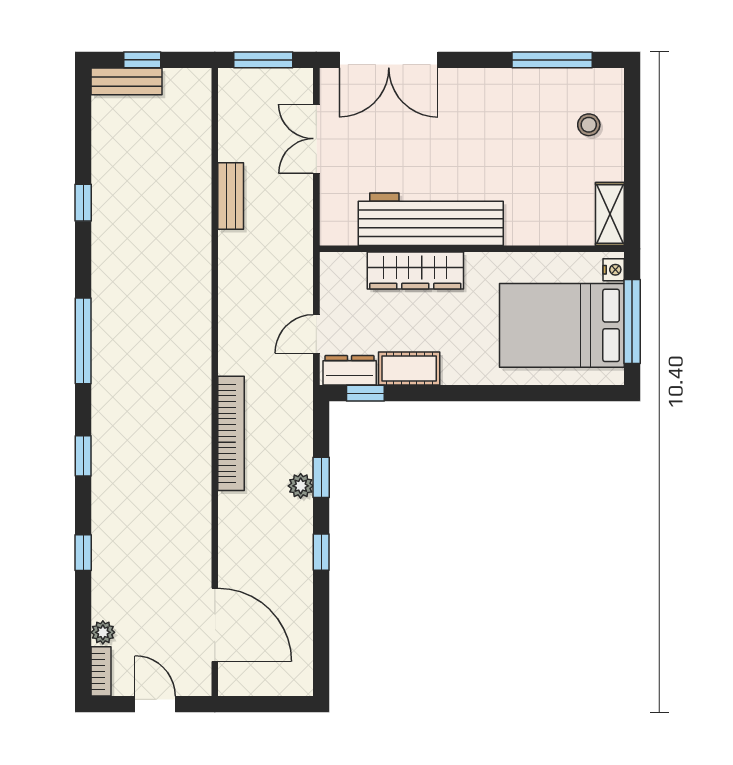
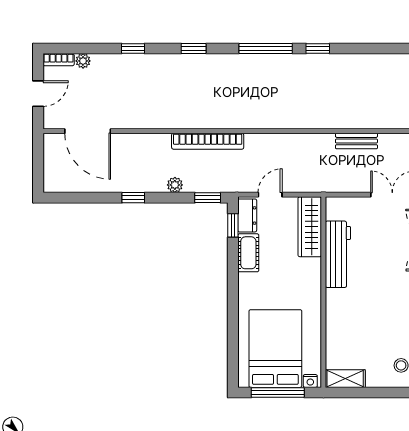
window: (83, 203) -> (318, 49), moved
workbench: (431, 219) -> (338, 254), width x0.73, depth x0.76
wardrobe: (415, 270) -> (310, 227), moved
door: (316, 334) -> (270, 195), hinge flipped
window: (321, 477) -> (208, 198), moved
door: (215, 625) -> (88, 131), hinge flipped

